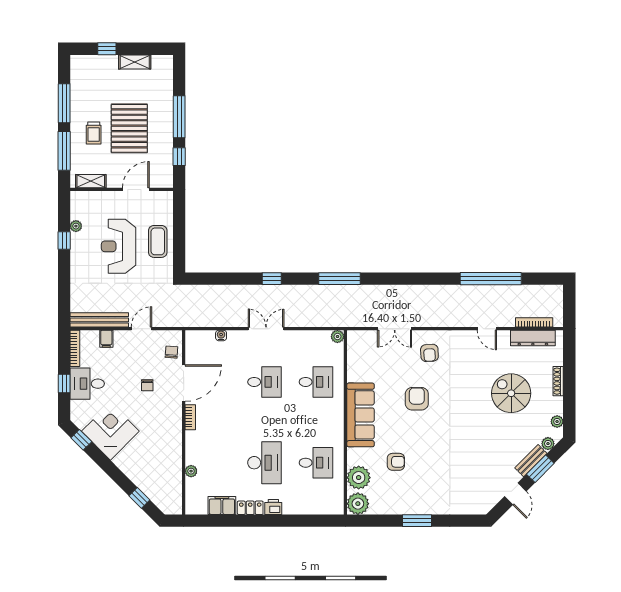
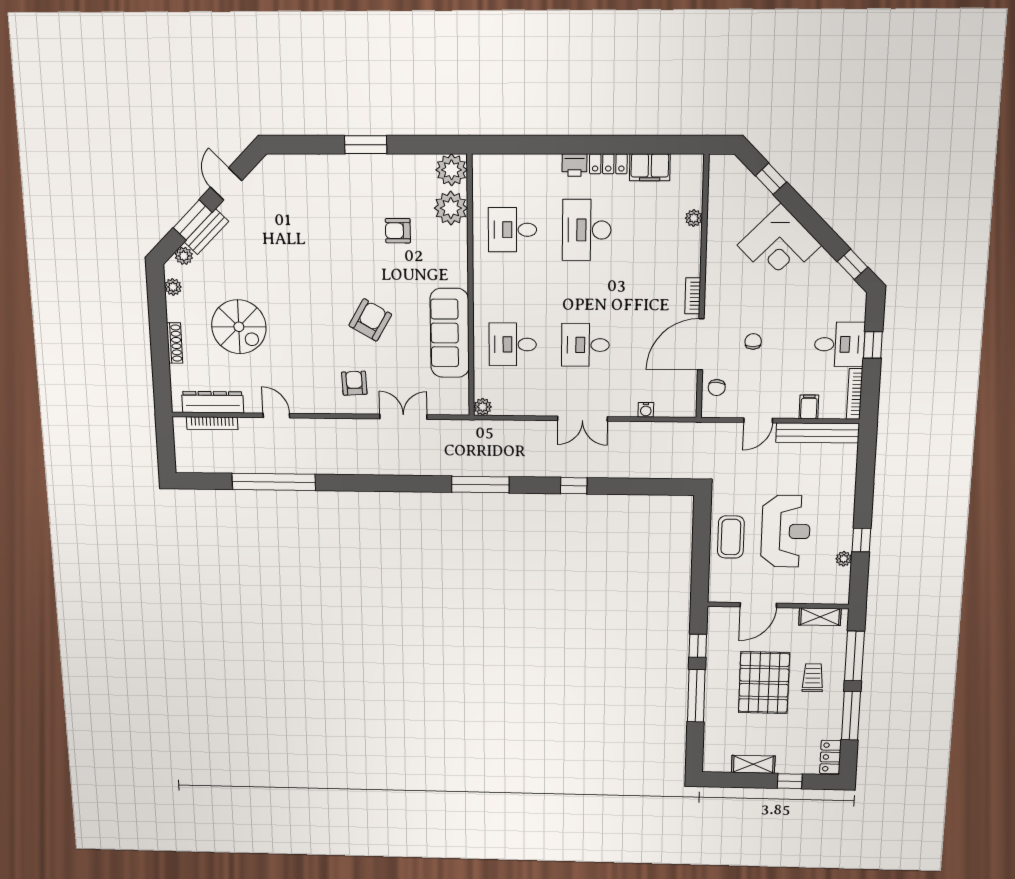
locker: (77, 69) -> (830, 757), added
armchair: (417, 399) -> (370, 320), turned -150
sofa: (361, 415) -> (450, 333), moved
corner desk: (110, 431) -> (779, 245), moved

